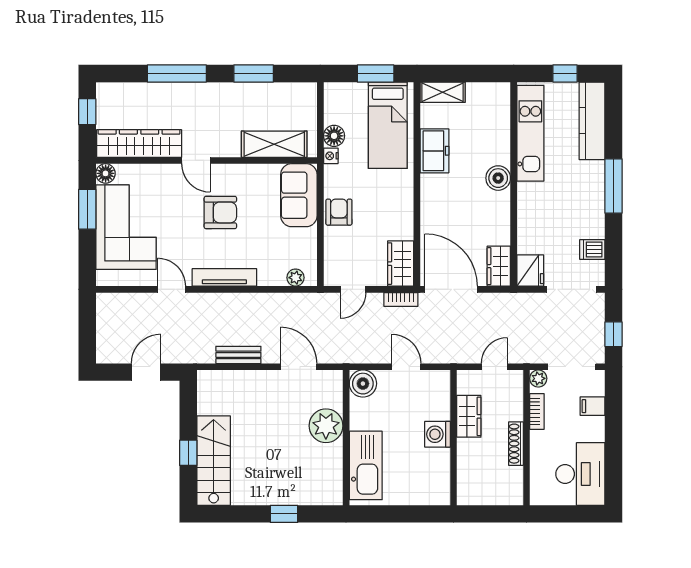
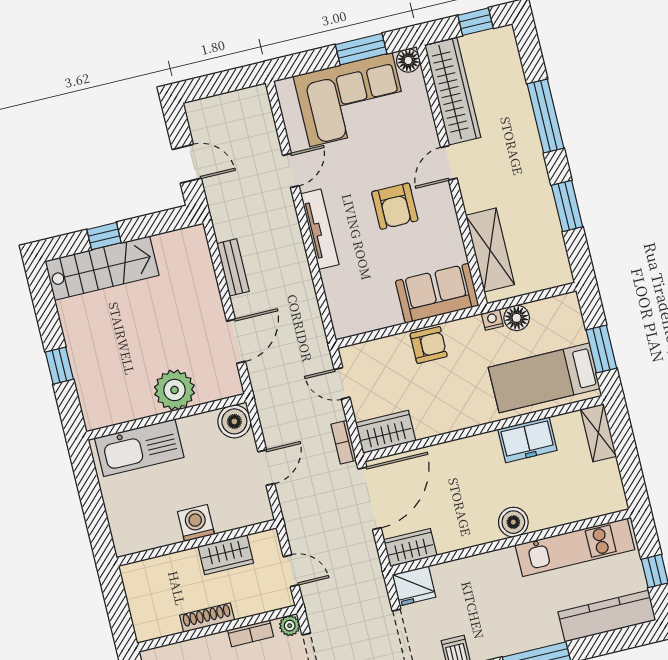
plant: (296, 278) -> (340, 313), removed

